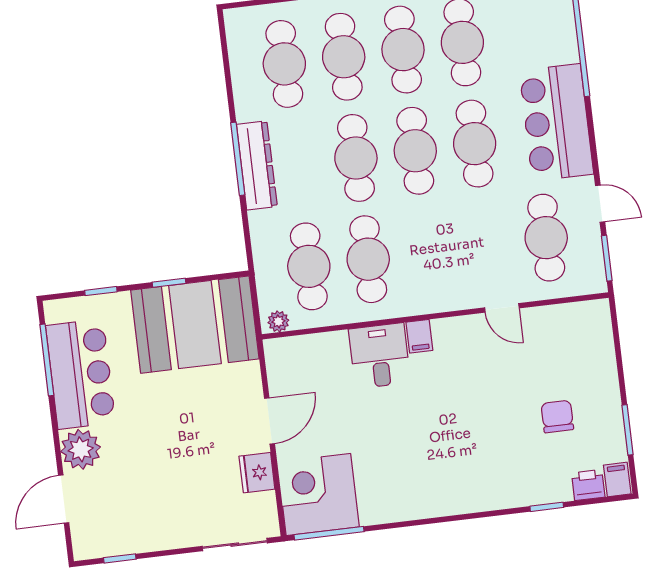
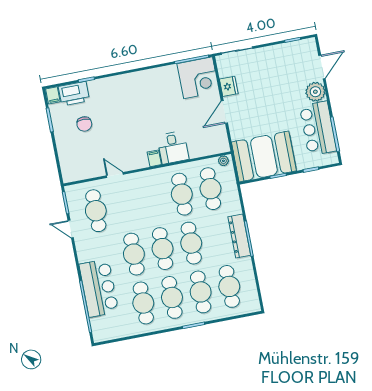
bar counter: (556, 122) -> (99, 288), moved
printer: (588, 485) -> (74, 94), width x1.87, depth x1.48

